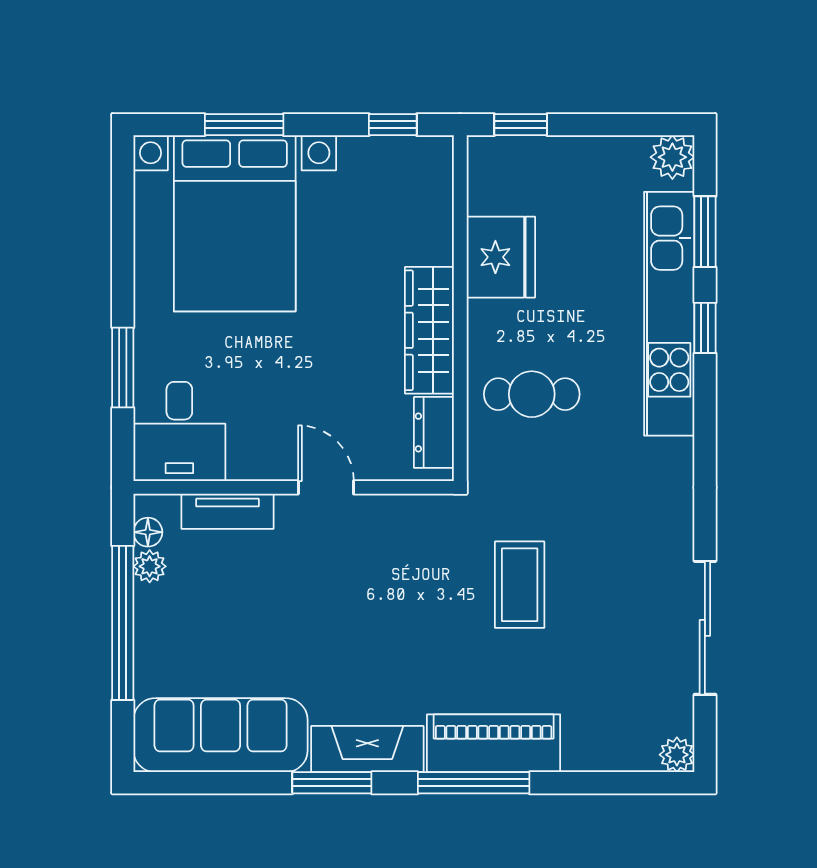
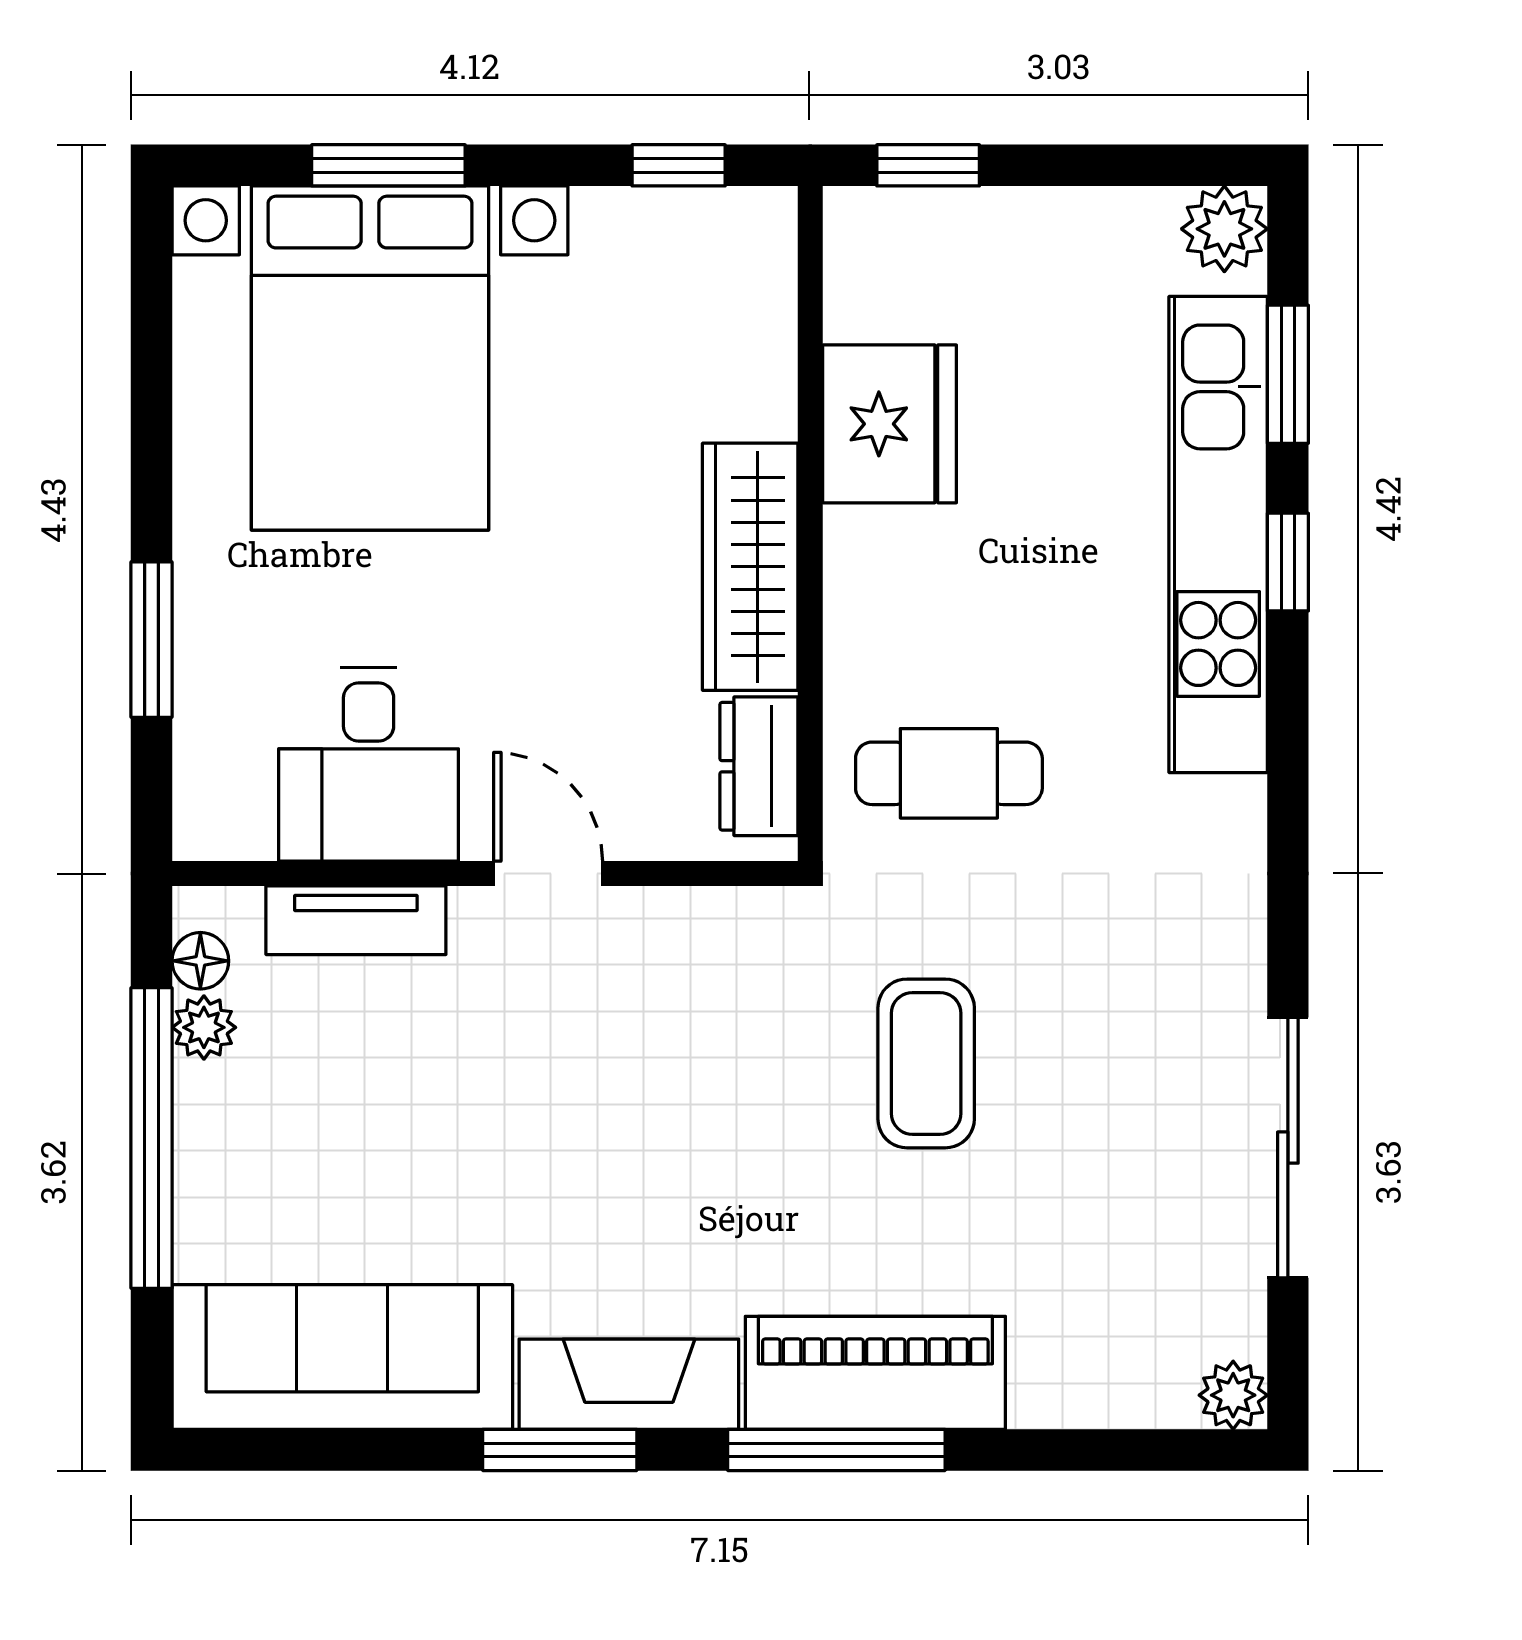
cafe table: (532, 394) -> (949, 773), moved
desk: (179, 431) -> (369, 764), moved

